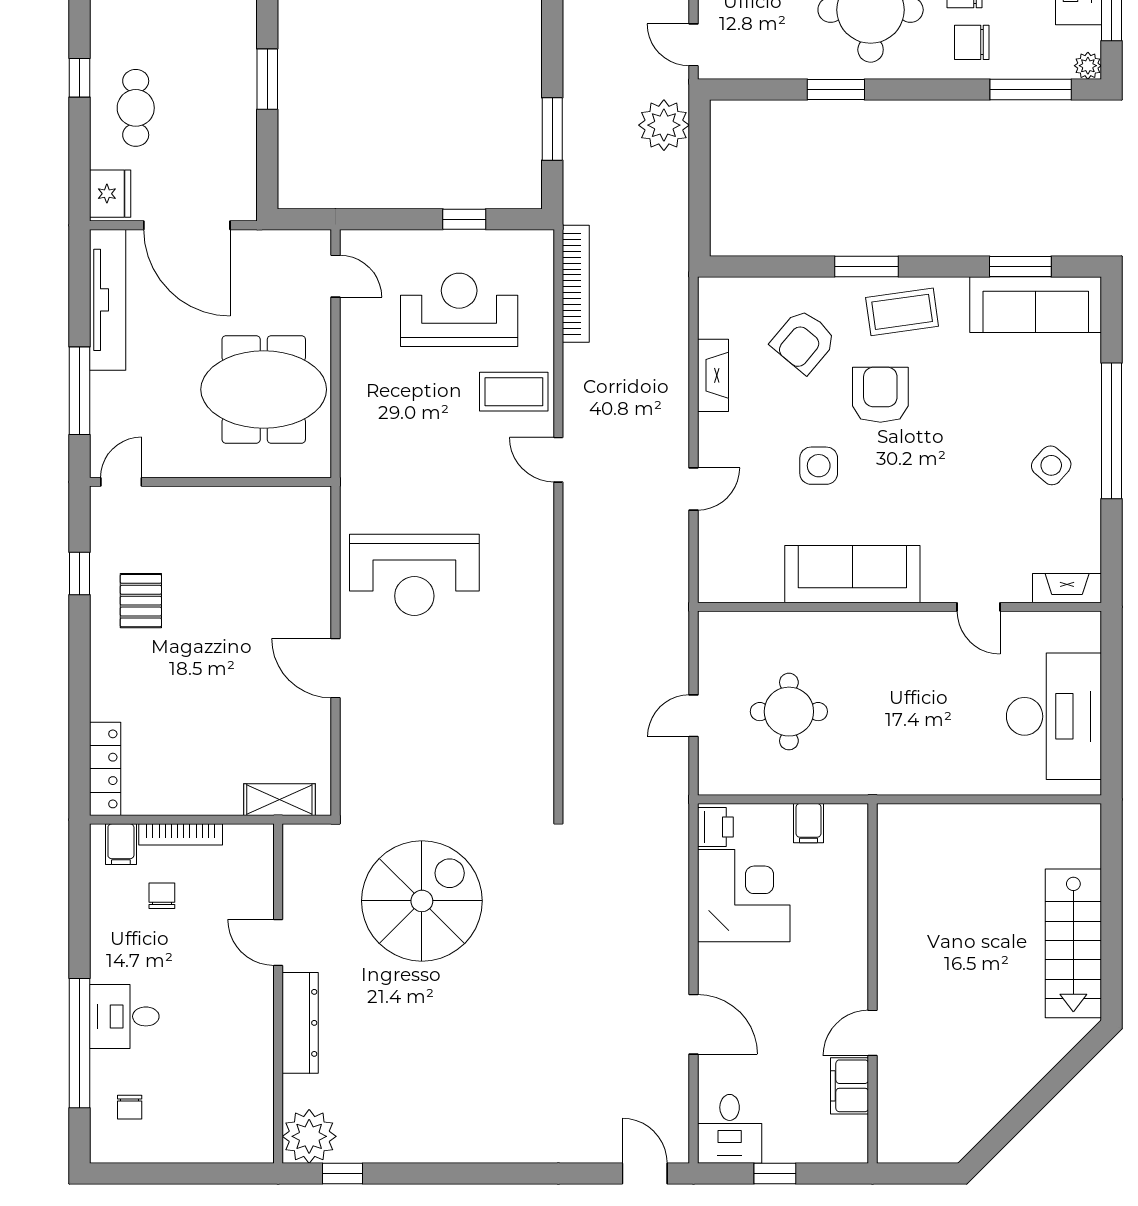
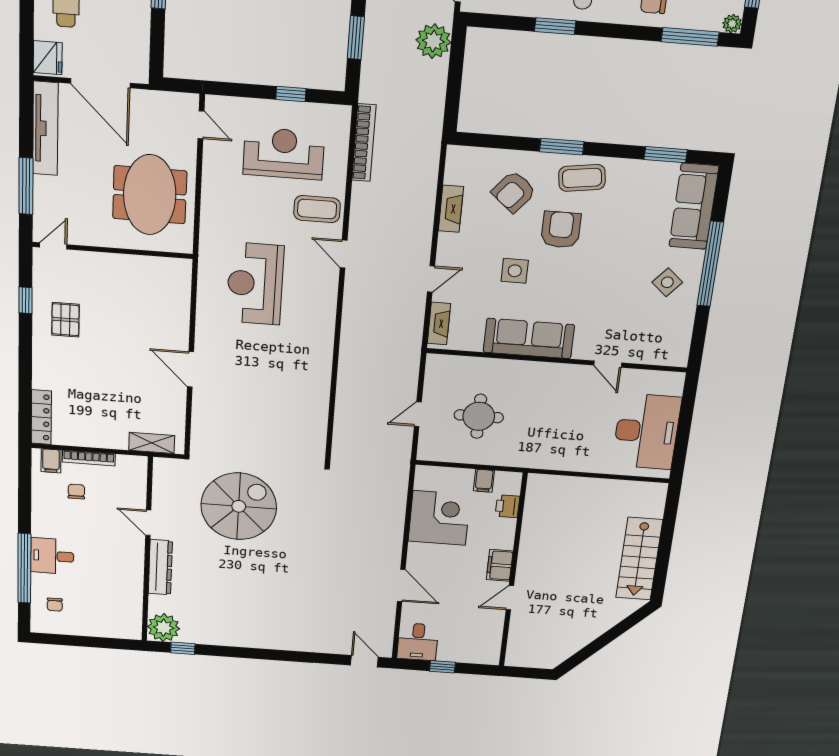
sofa: (1036, 305) -> (694, 206), moved, turned 90
meeting table: (264, 389) -> (150, 195), turned 90
reception desk: (414, 575) -> (255, 284), moved, turned 90
fireplace: (1067, 588) -> (439, 323), moved, turned 90
printer: (715, 827) -> (507, 506), moved, turned 180
filing cabinet: (850, 1086) -> (500, 565), moved

